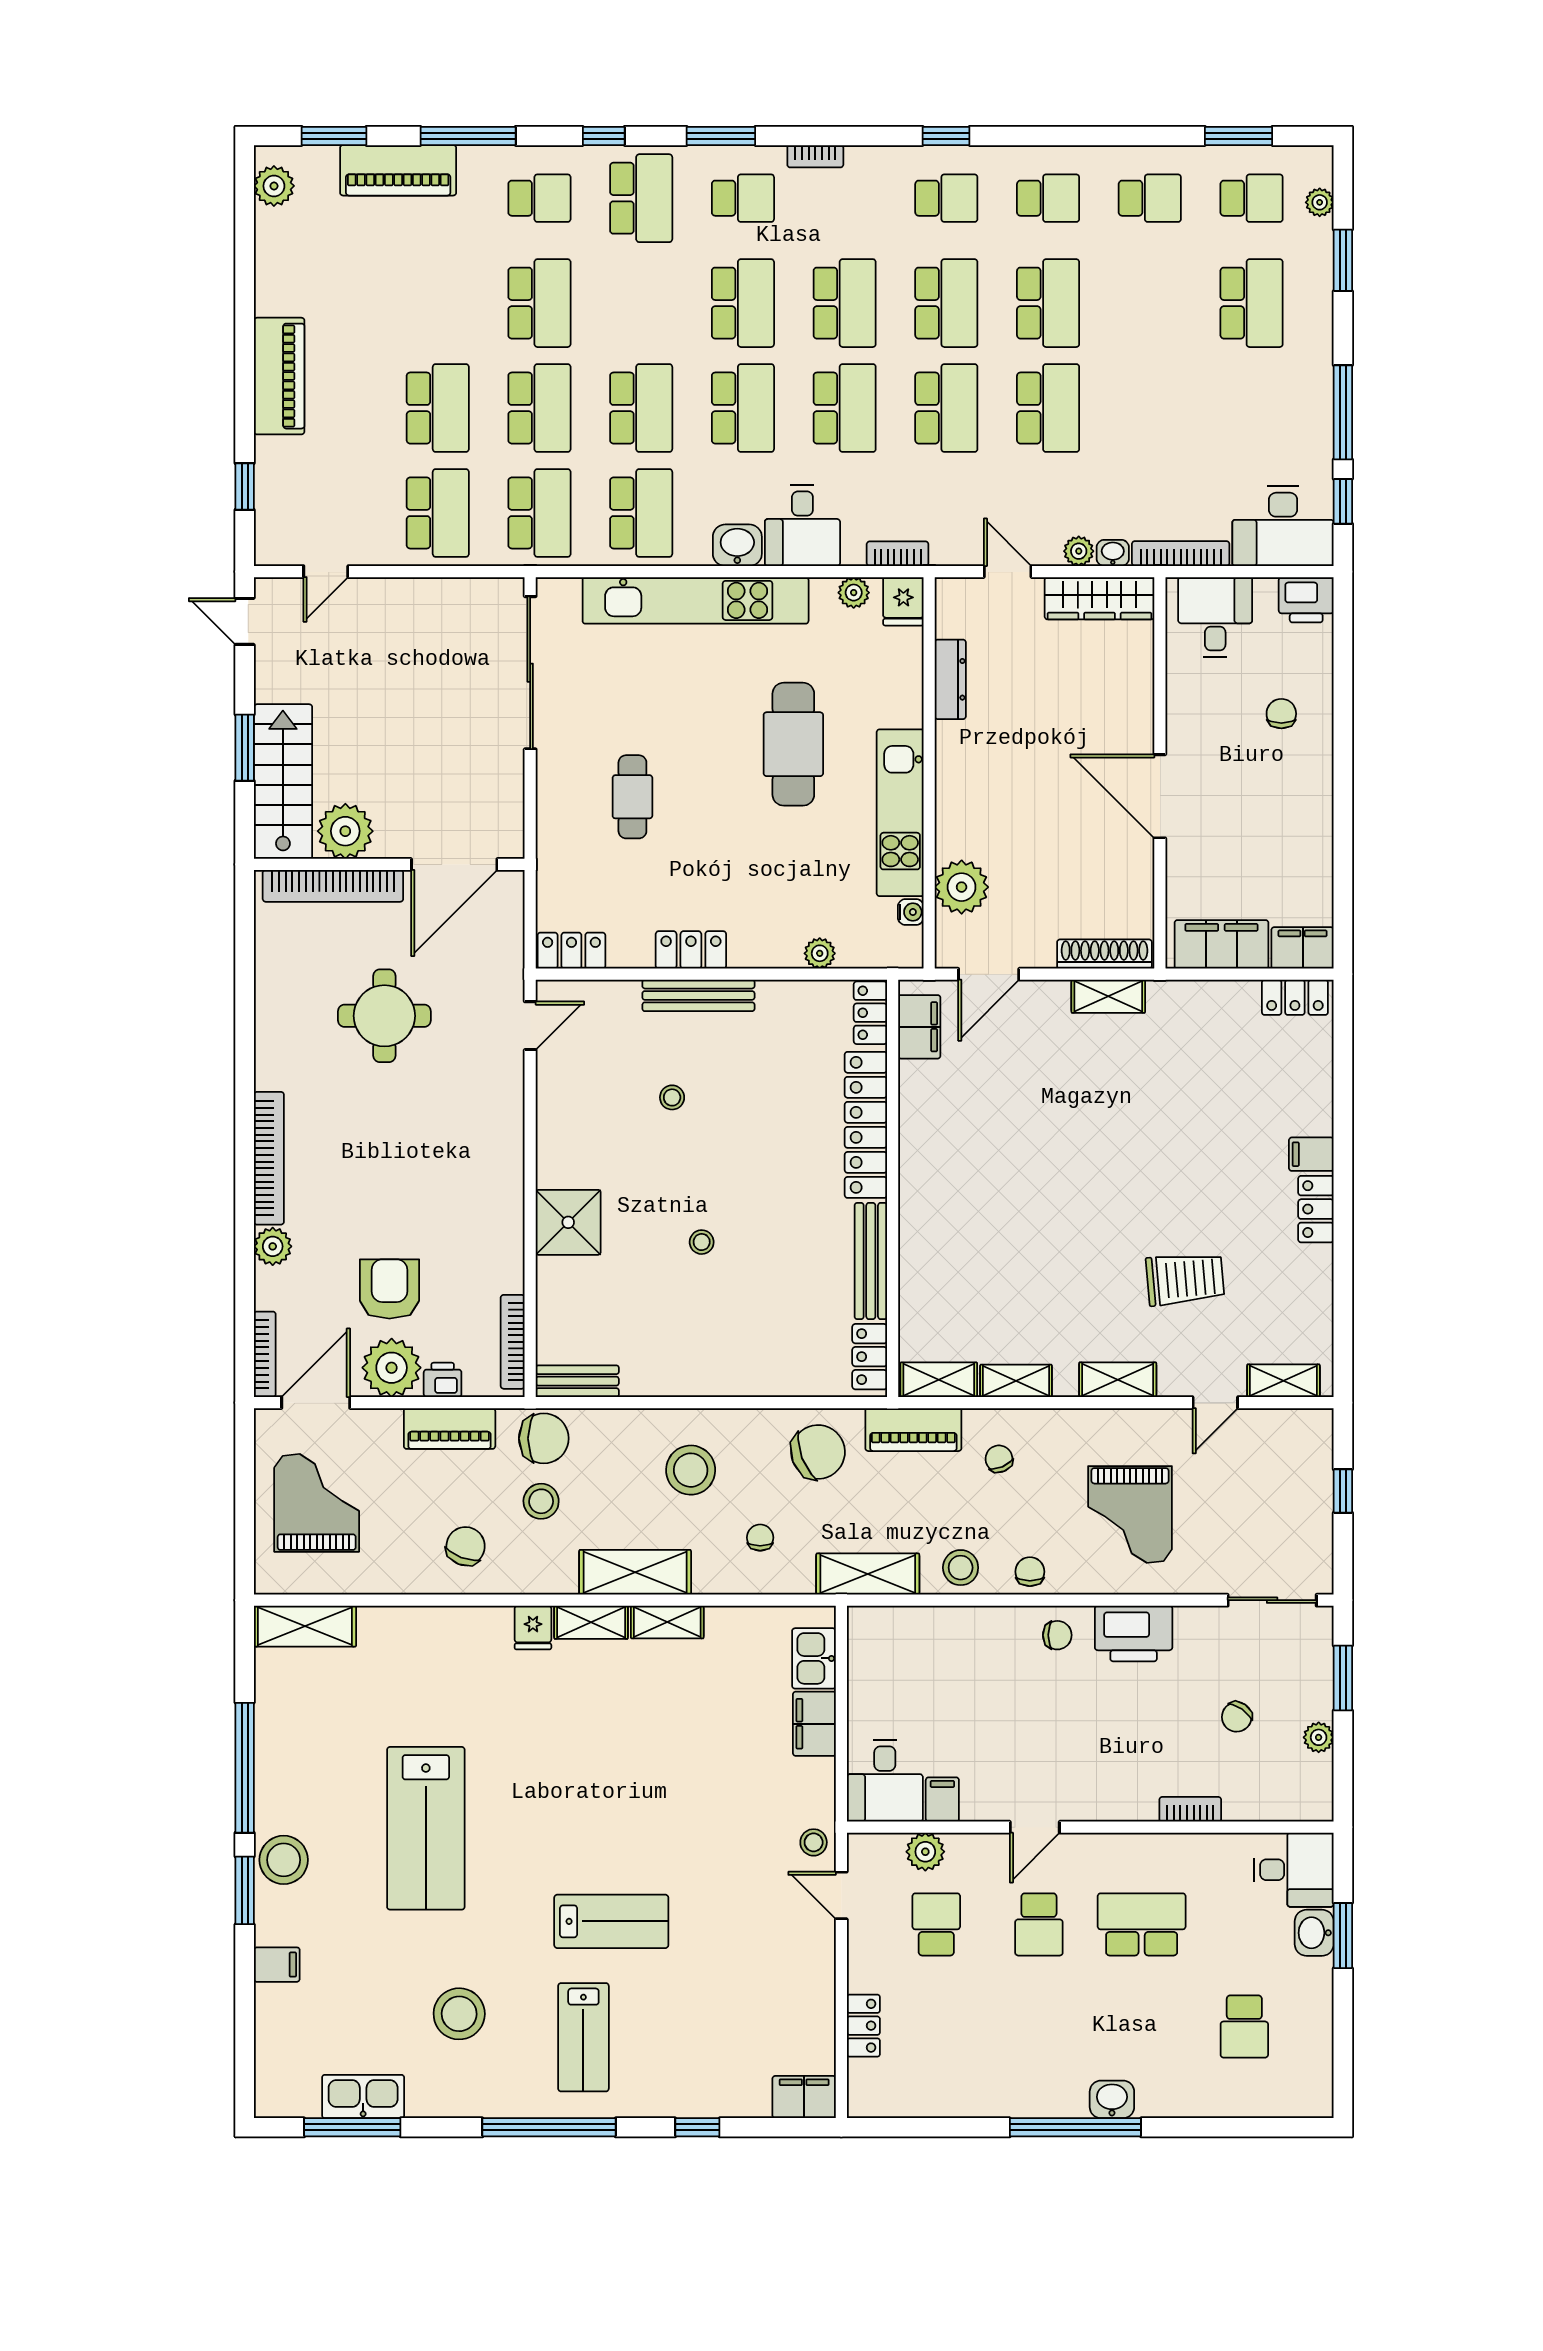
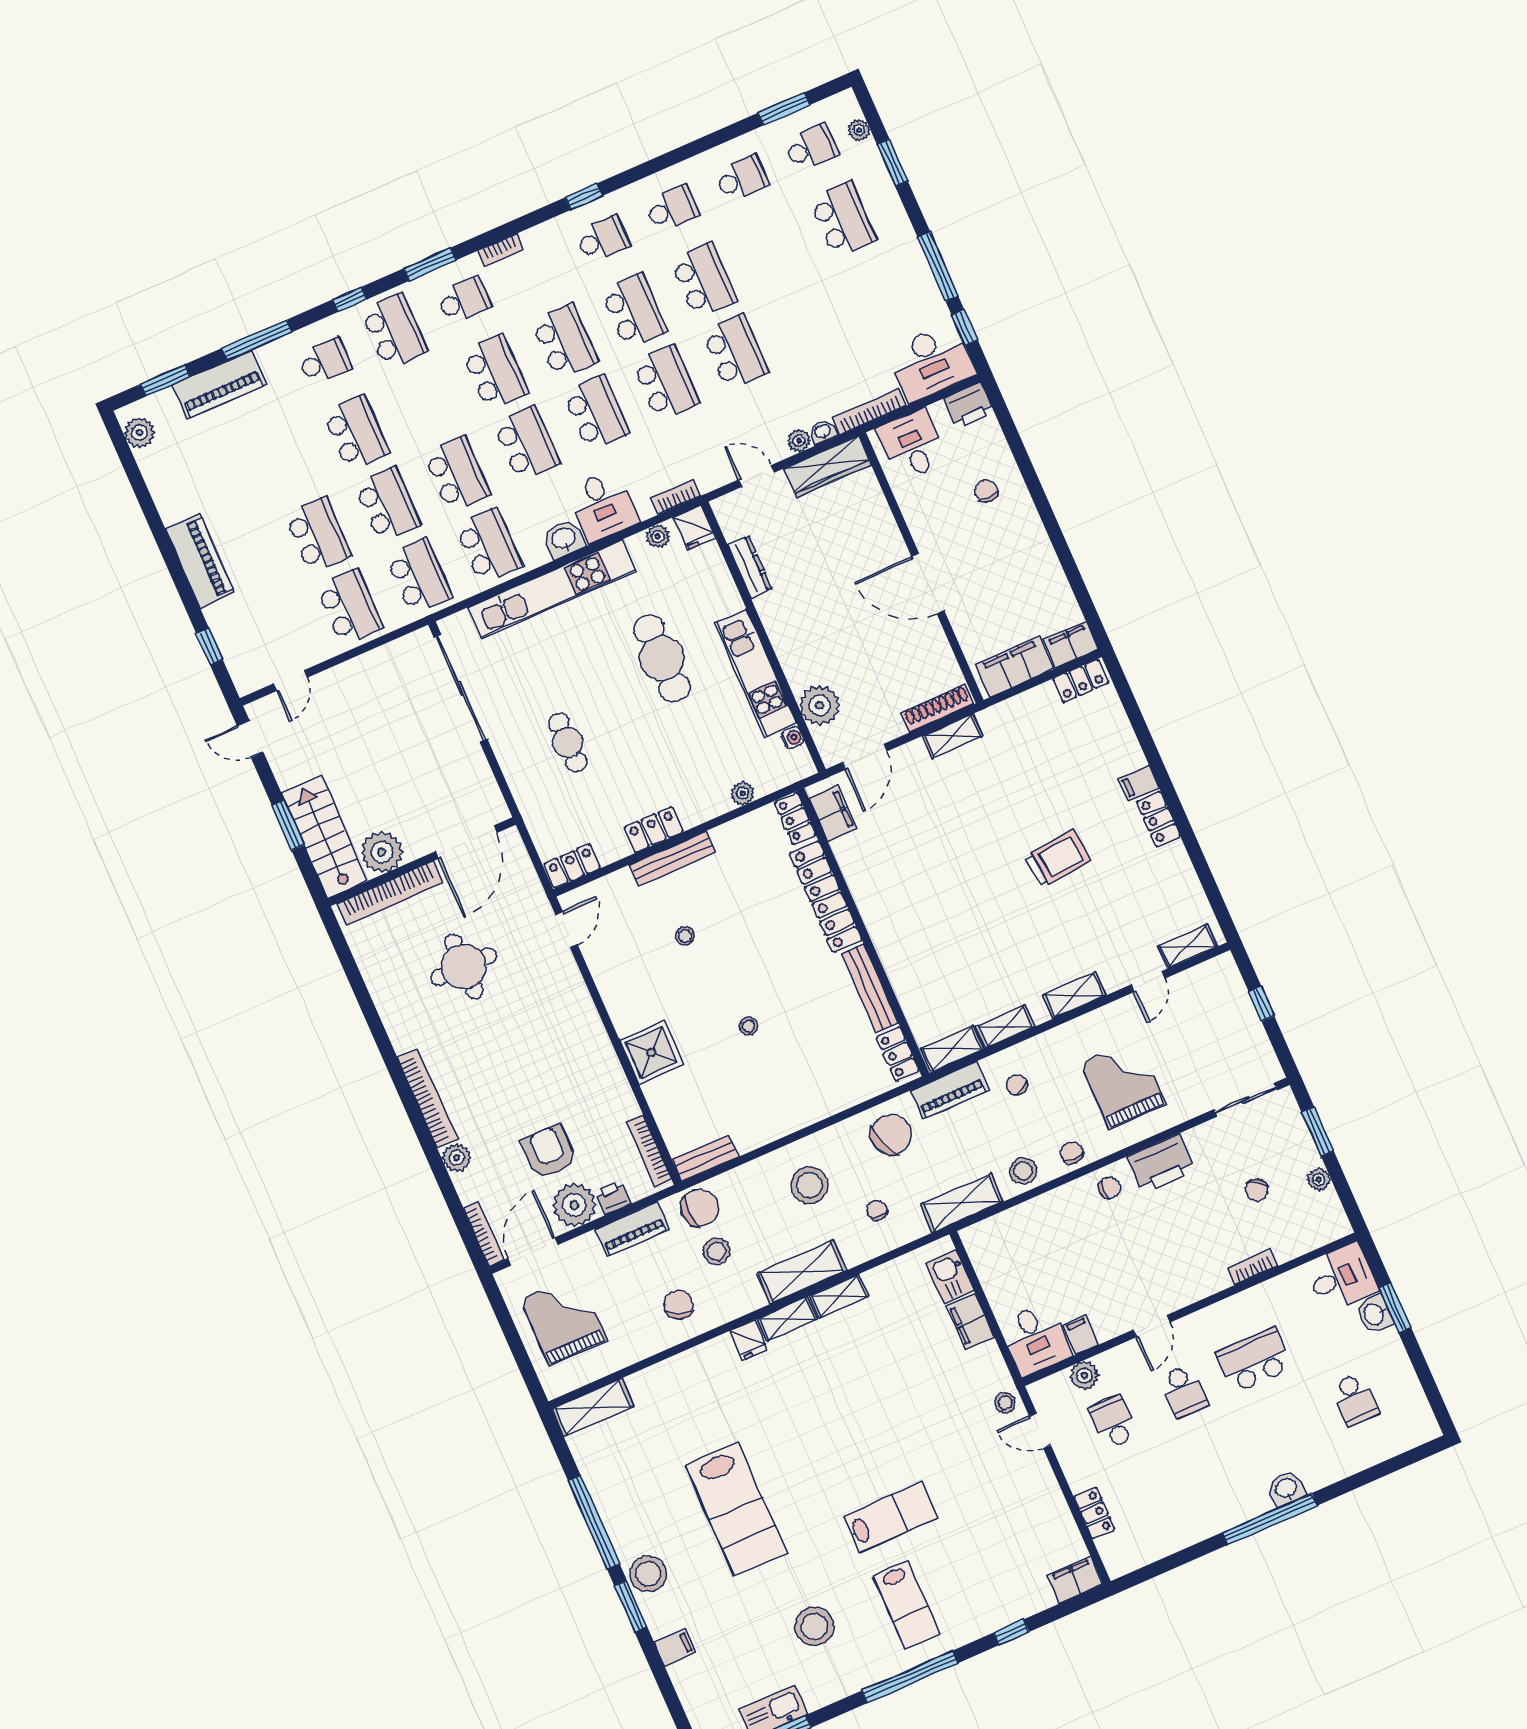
trolley: (1185, 1279) -> (1057, 859), moved
grand piano: (1130, 1515) -> (1123, 1084), turned 180

